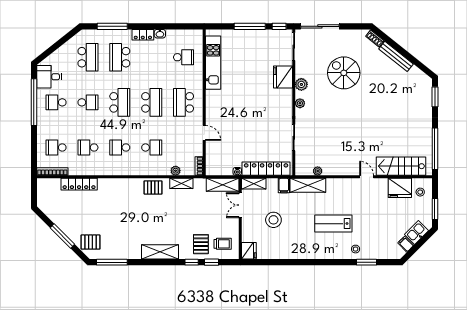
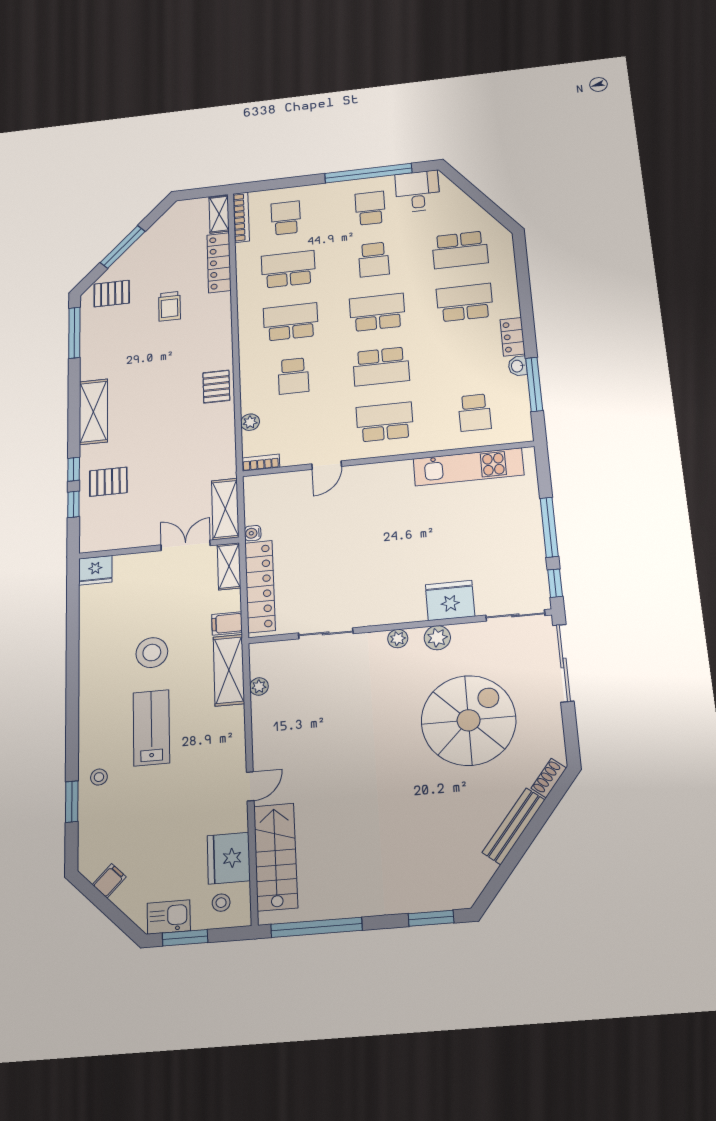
window: (112, 26) -> (534, 384), moved
spiral stairs: (344, 73) -> (469, 720), width x1.37, depth x1.37
school desk: (120, 102) -> (377, 312), turned 180
school desk: (88, 148) -> (288, 269), width x1.85
school desk: (120, 148) -> (291, 322), width x1.85
shelving: (181, 183) -> (219, 214), moved
stool: (273, 220) -> (152, 653), moved
kitchen sink: (416, 233) -> (169, 917), moved, turned -45
pallet: (91, 242) -> (112, 294), turned 90
trolley: (223, 244) -> (170, 306), moved

